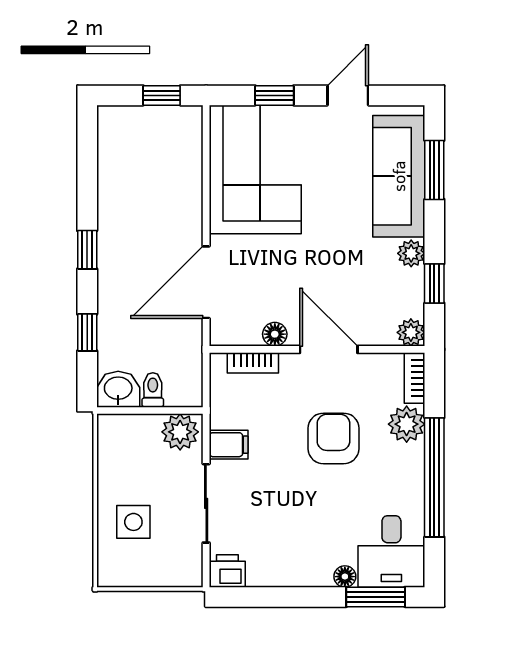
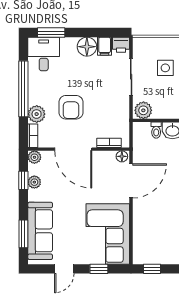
plant: (411, 253) -> (34, 182), moved
floor lamp: (275, 334) -> (122, 156), moved
door: (329, 349) -> (73, 149), width x1.36
filing cabinet: (229, 445) -> (105, 46), moved, turned -90
floor lamp: (345, 577) -> (87, 47), moved, width x1.89, depth x1.89

